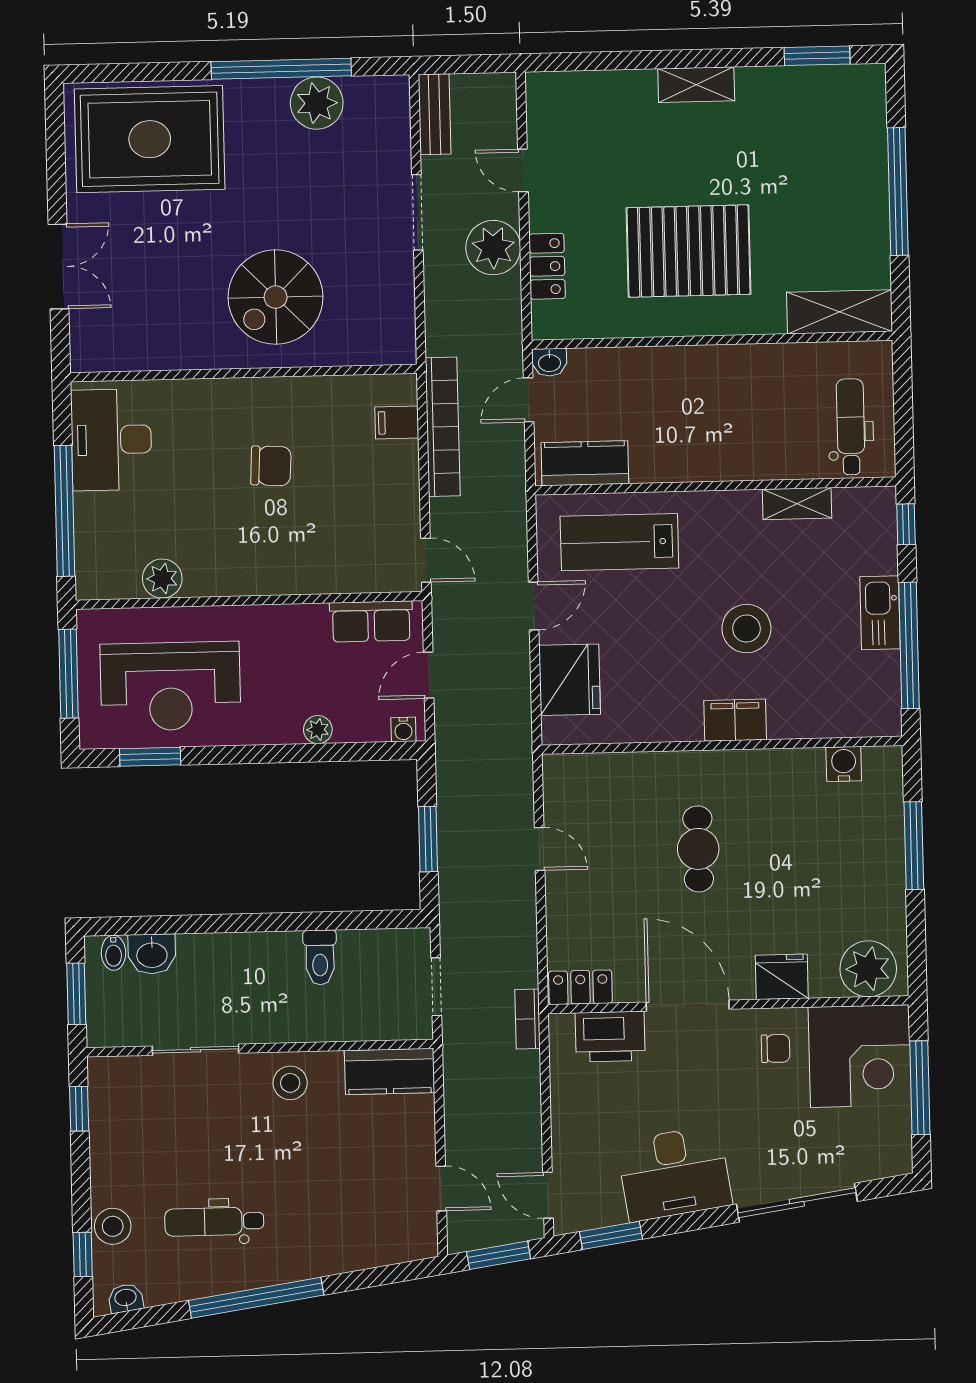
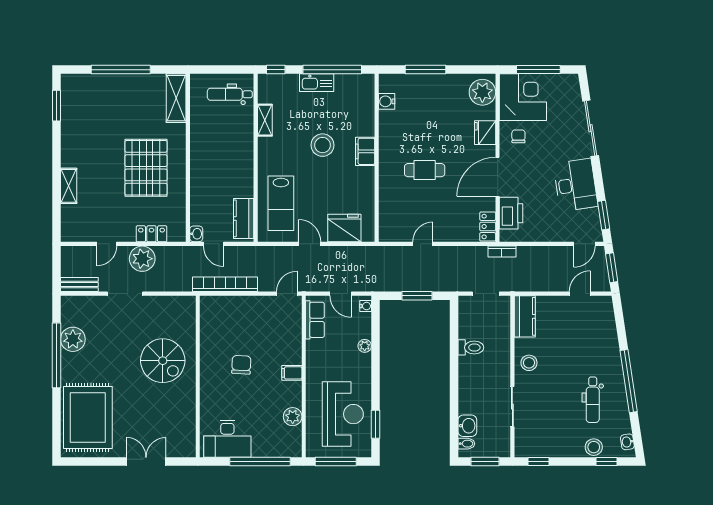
shelving: (696, 85) -> (69, 186), moved
filing cabinet: (397, 423) -> (292, 373), moved, turned 90

